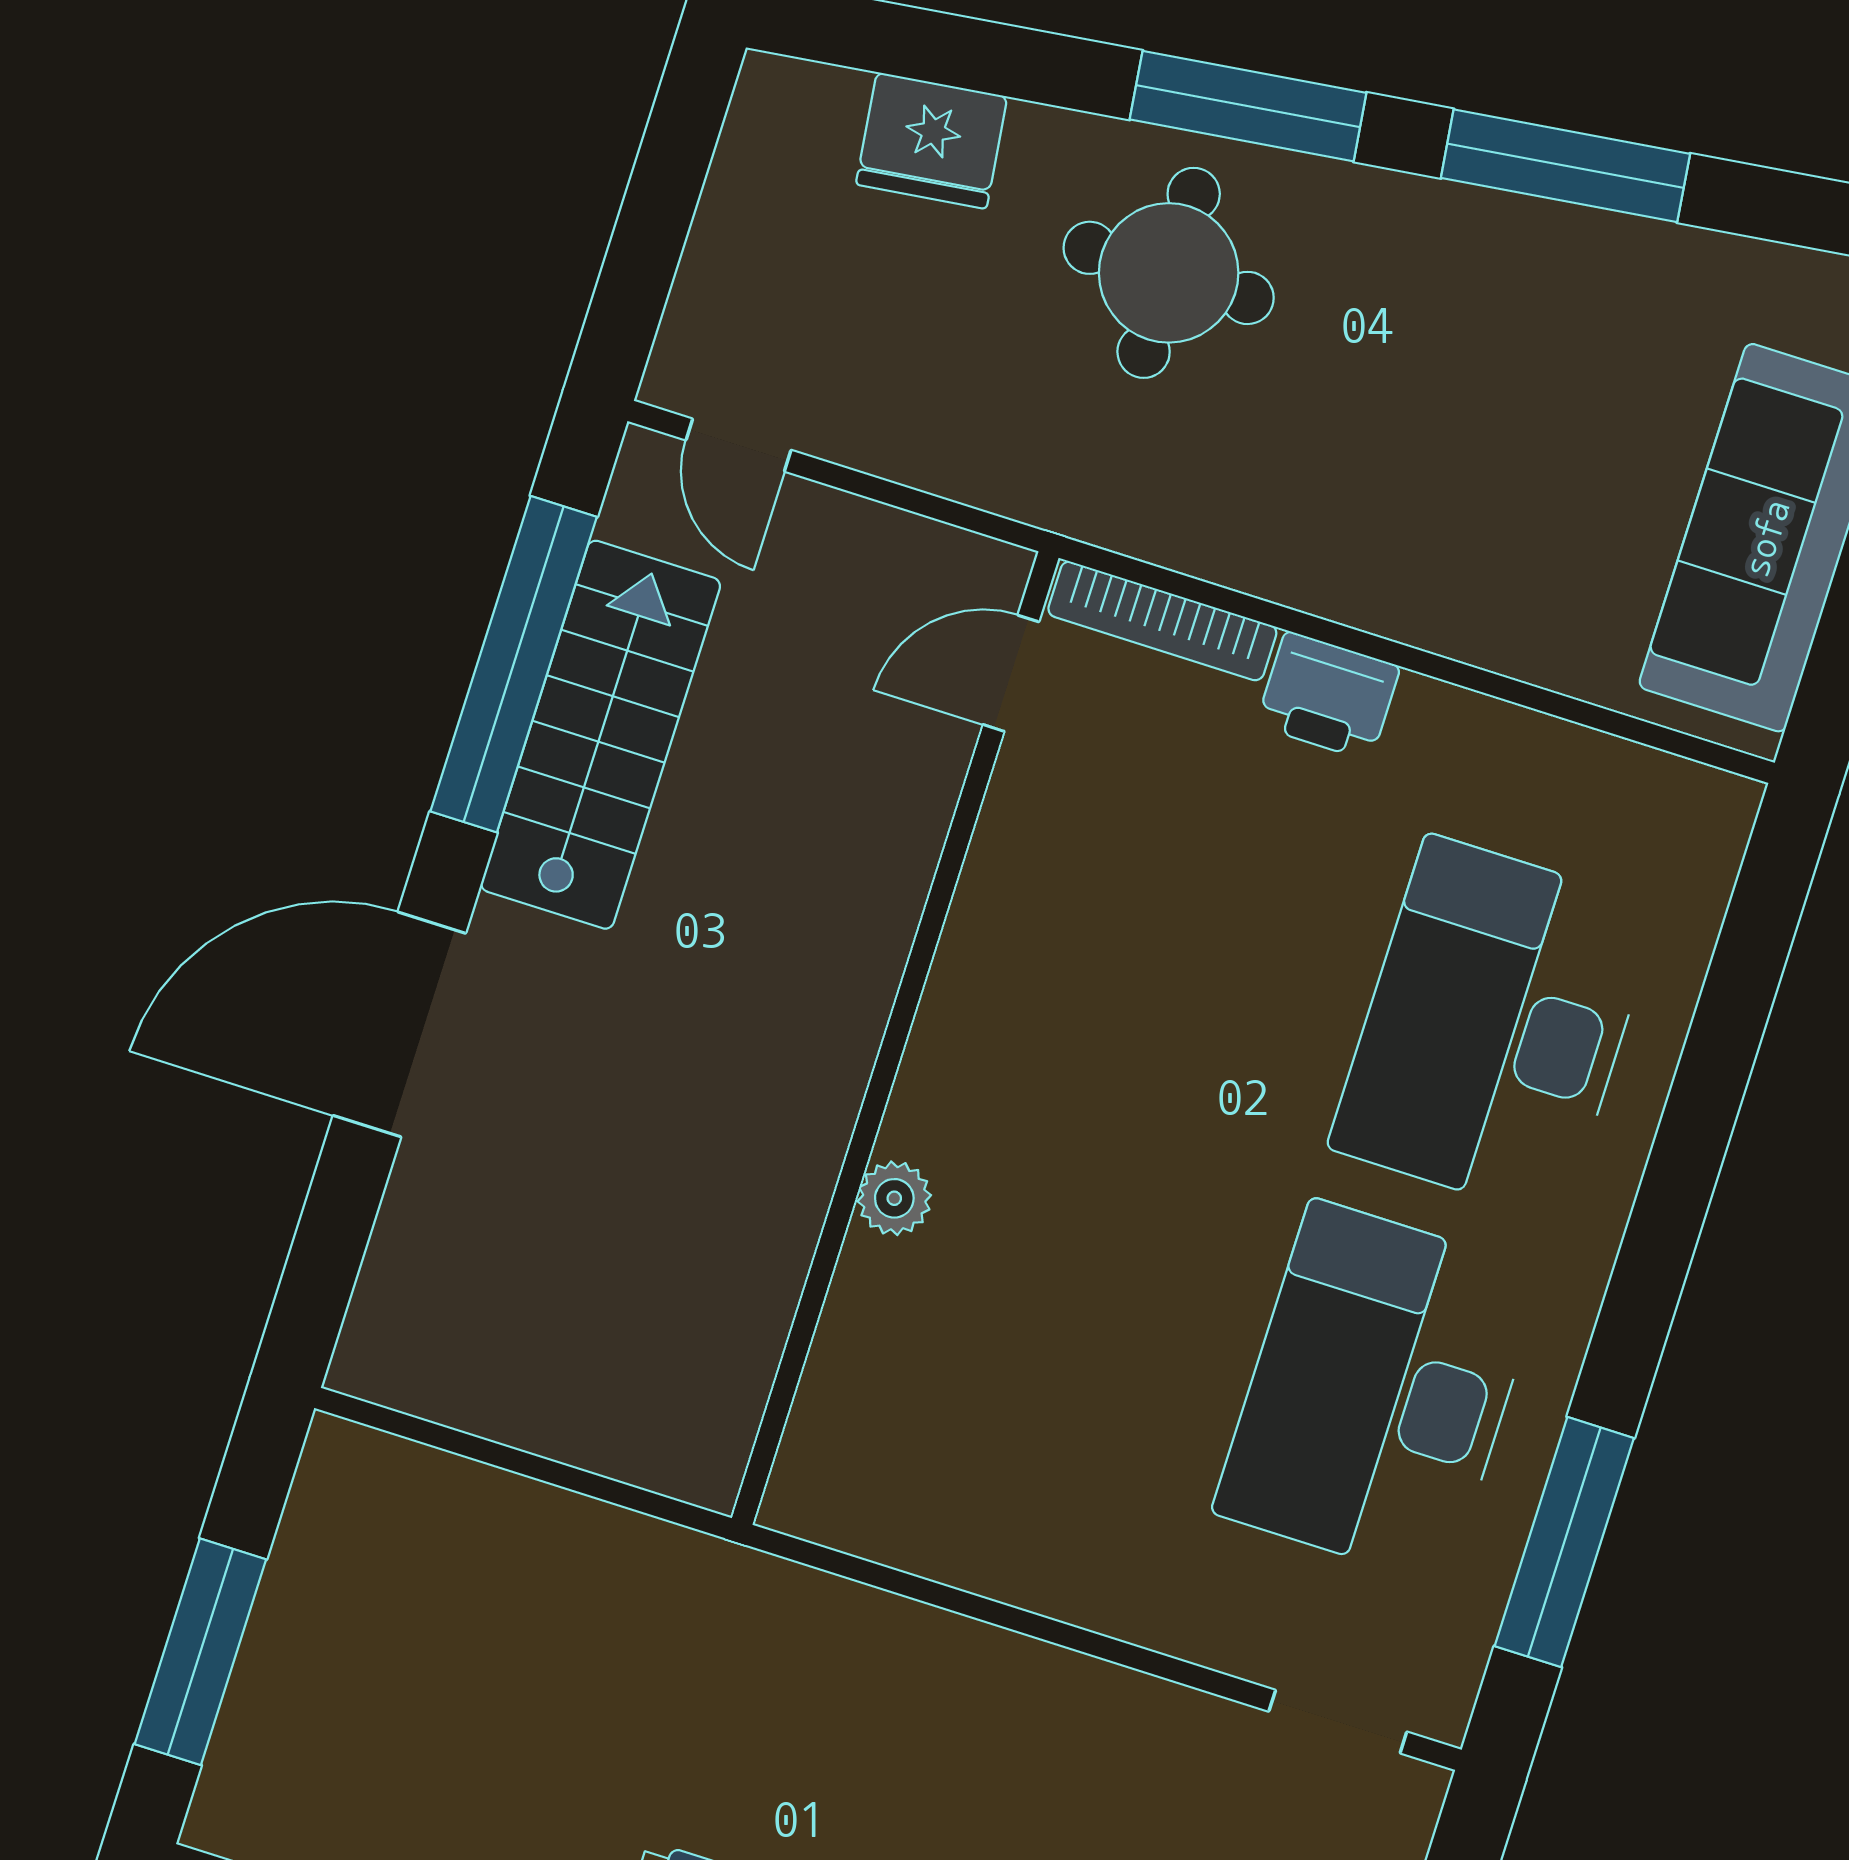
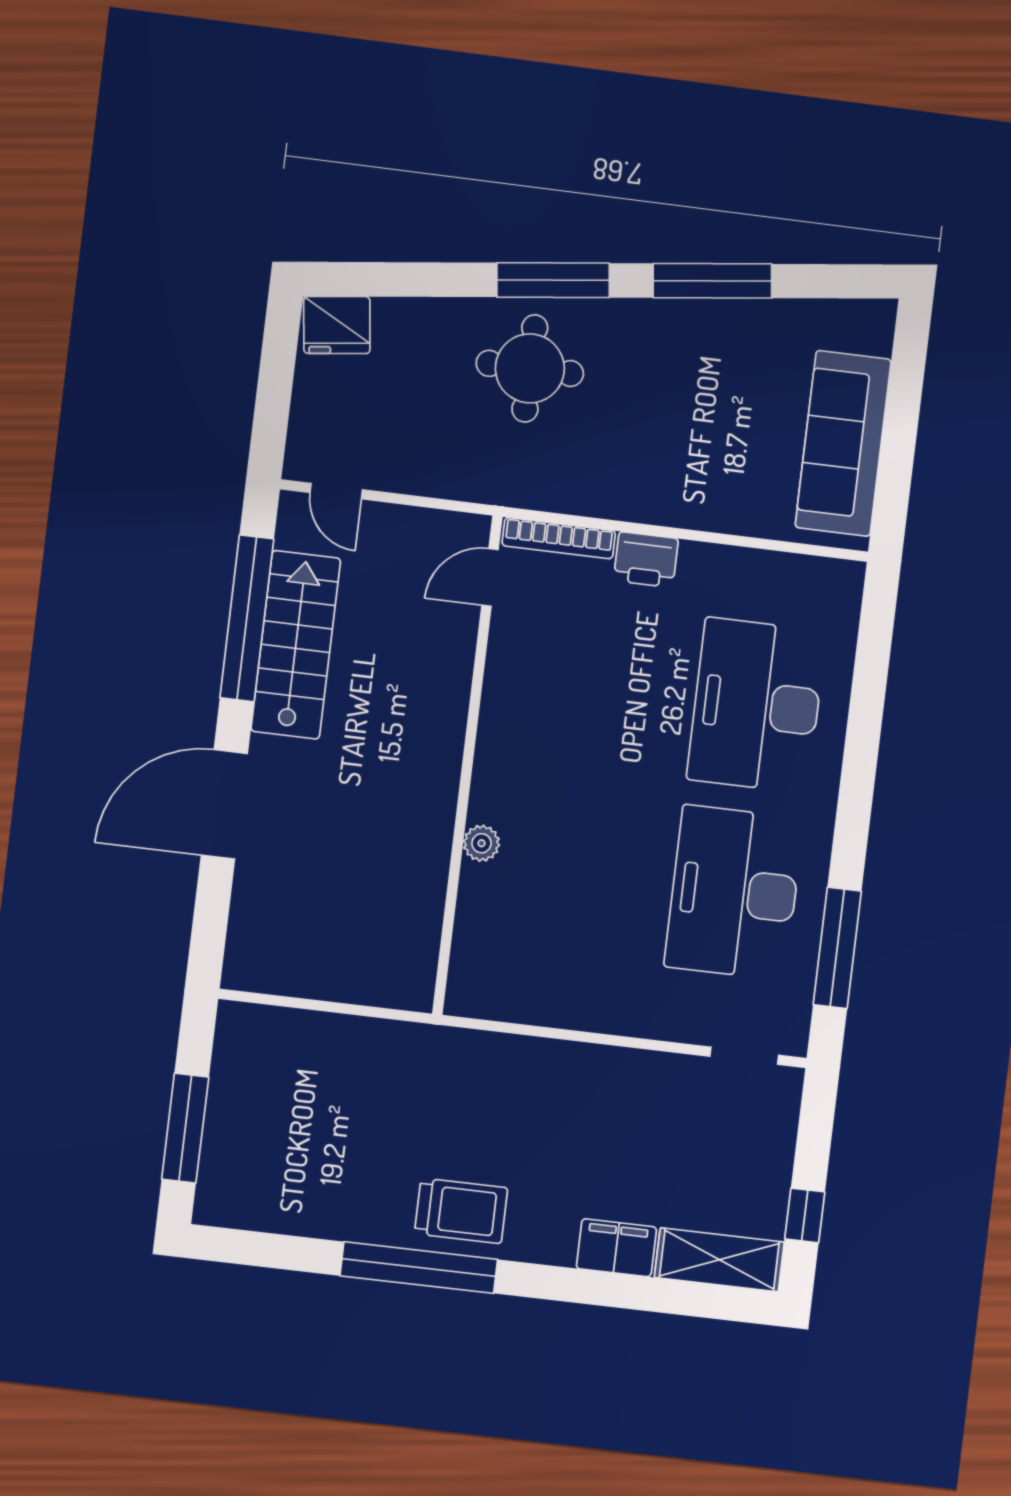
fridge: (932, 140) -> (337, 325), moved

